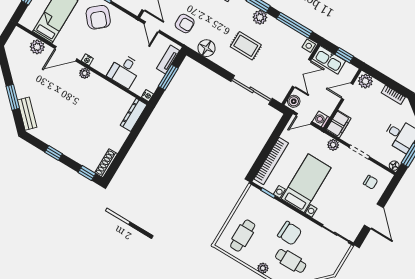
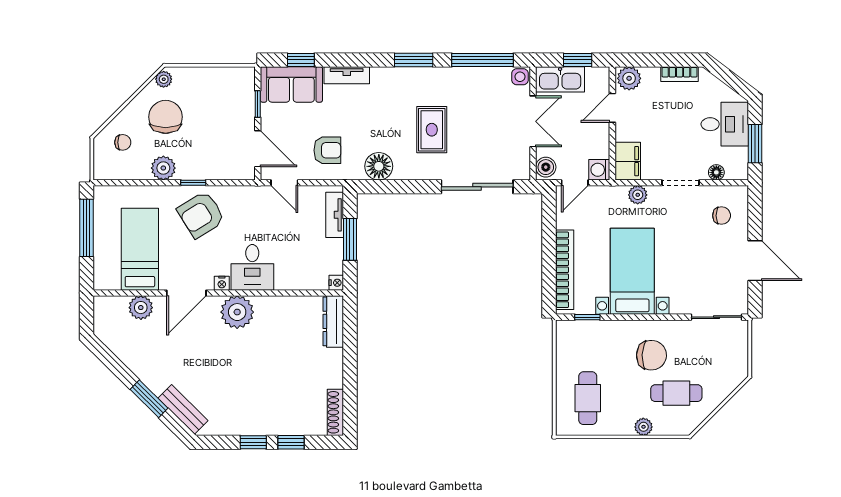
armchair: (98, 17) -> (201, 215), turned 98
plant: (260, 17) -> (428, 78), removed
rug: (246, 46) -> (432, 130), turned 90
desk: (124, 71) -> (252, 267), moved
plant: (85, 73) -> (237, 312), width x1.88, depth x1.88
floor lamp: (394, 166) -> (716, 172), moved
window: (87, 173) -> (291, 442), moved

